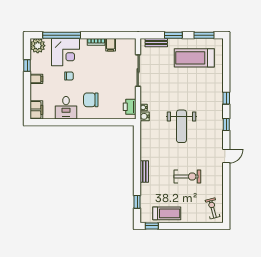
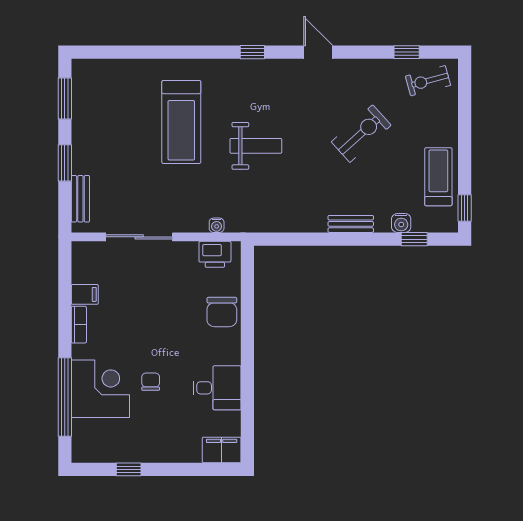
plant: (38, 46) -> (87, 447), removed
treadmill: (194, 58) -> (181, 122), moved
filing cabinet: (36, 79) -> (157, 450), removed
window: (226, 98) -> (407, 52), moved
chair: (91, 100) -> (222, 312), moved
water cooler: (145, 116) -> (401, 223), moved
weight bench: (181, 126) -> (256, 146), width x0.73, depth x0.75
exercise bike: (187, 177) -> (361, 134), turned 48

